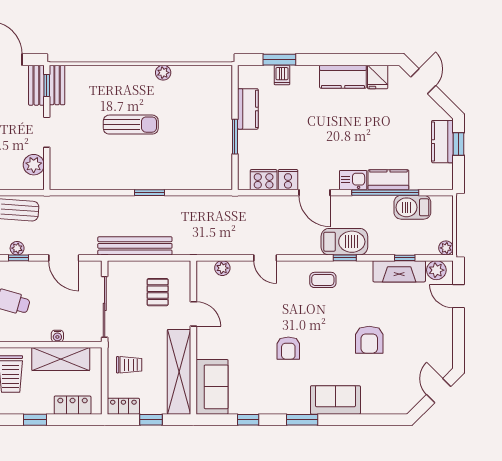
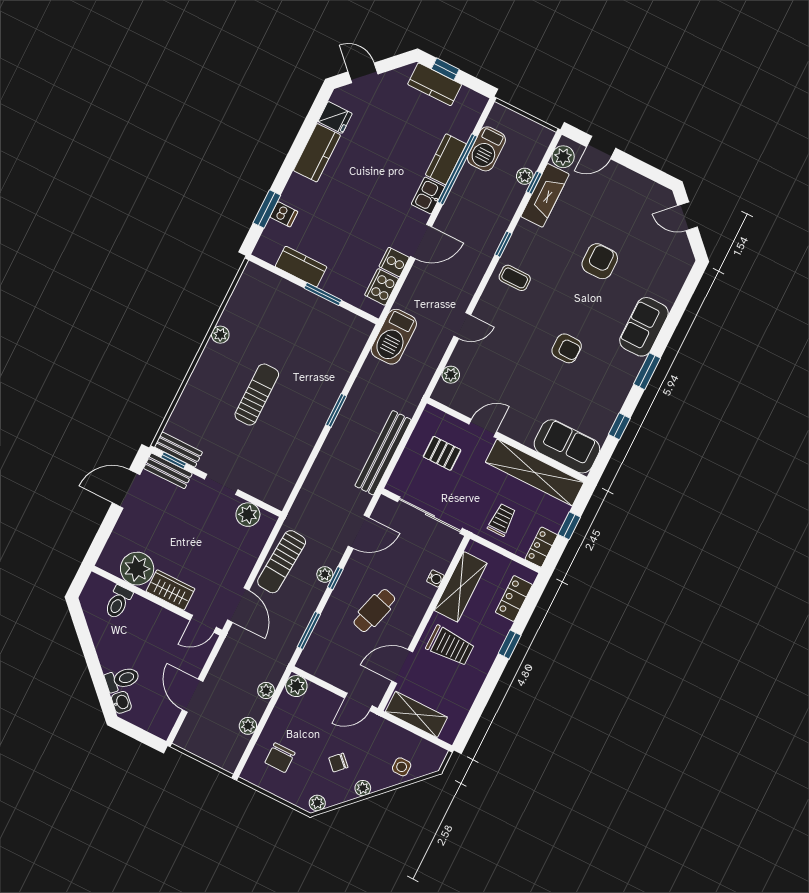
barbecue: (344, 242) -> (394, 337), moved, turned 180
plant: (446, 248) -> (525, 176), moved
coffee table: (323, 280) -> (515, 278), turned 90
armchair: (369, 340) -> (600, 261), turned -90

